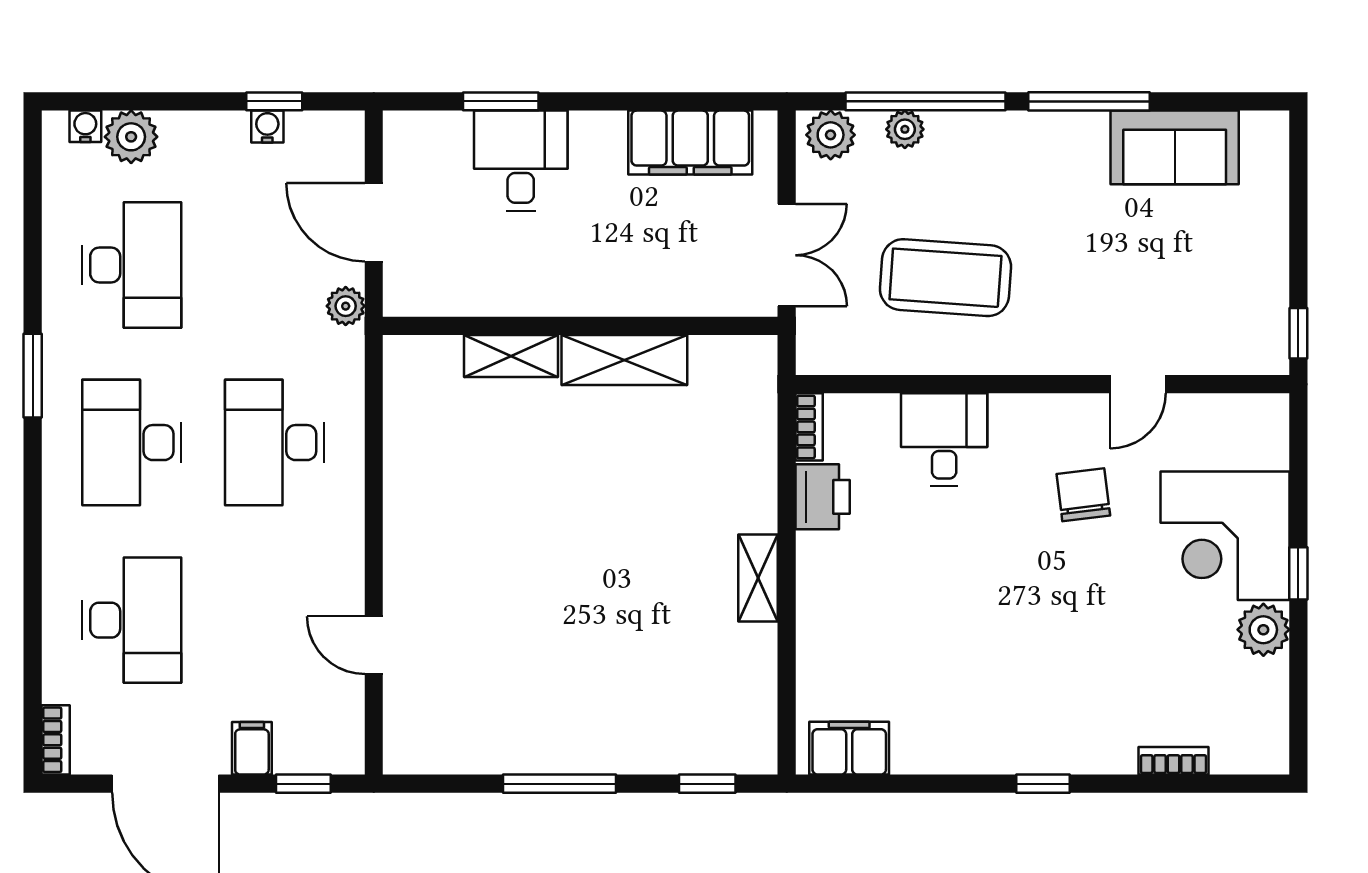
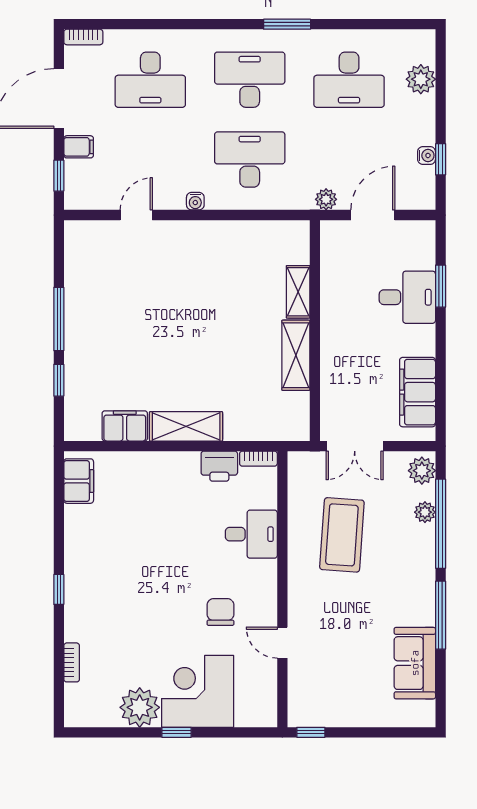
water cooler: (85, 126) -> (195, 201), moved, turned 90
chair: (1083, 495) -> (220, 612), turned -83
shelving: (758, 578) -> (186, 426), width x1.50, depth x1.33
plant: (1263, 630) -> (140, 707), width x1.36, depth x1.36
filing cabinet: (751, 666) -> (125, 426), added
window: (707, 784) -> (59, 380), moved

